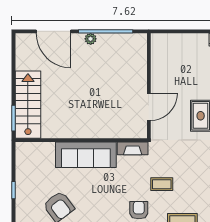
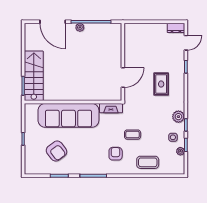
sofa: (86, 155) -> (68, 115), width x1.36, depth x1.27

